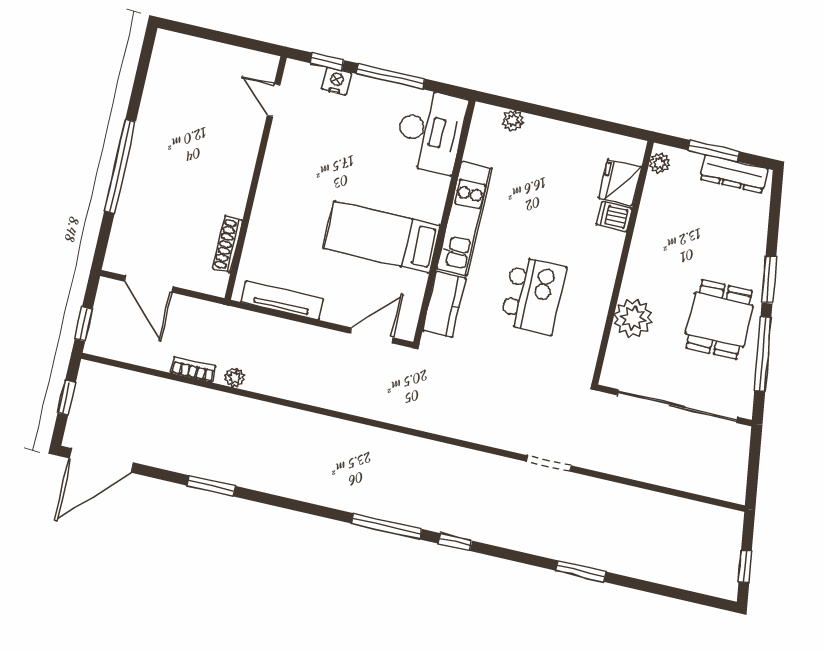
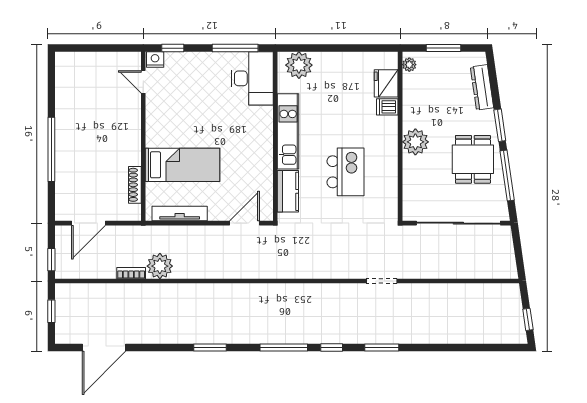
window: (391, 76) -> (235, 48), moved
nightstand: (337, 81) -> (155, 60), moved
plant: (513, 121) -> (299, 65), width x1.88, depth x1.88
dresser: (734, 174) -> (482, 87), moved, turned 82
bed: (382, 237) -> (183, 165), moved, turned 180
door: (149, 284) -> (88, 223), hinge flipped
plant: (633, 318) -> (415, 142), moved
plant: (235, 377) -> (160, 266), width x1.88, depth x1.88
door: (101, 460) -> (104, 348), moved
window: (211, 486) -> (210, 348), moved
window: (581, 571) -> (382, 348), moved

